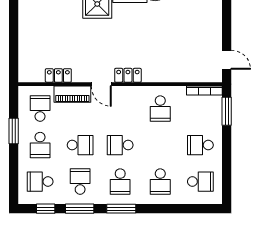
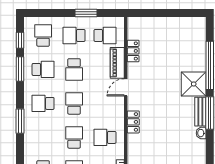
locker: (128, 75) -> (133, 122), moved
school desk: (160, 182) -> (74, 137), moved, turned 90
window: (121, 209) -> (20, 121), moved

